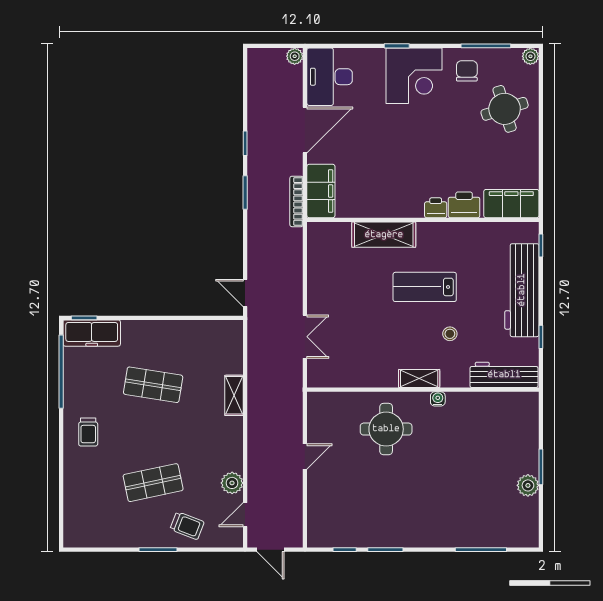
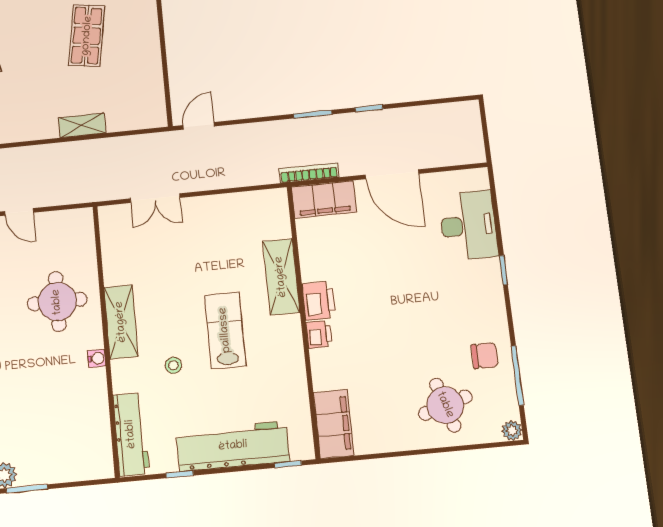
plant: (295, 56) -> (476, 154), removed
corner desk: (414, 76) -> (471, 294), removed
desk: (330, 77) -> (468, 225), moved, turned 90
printer: (464, 205) -> (319, 301), moved
shelving: (419, 378) -> (121, 322), width x1.50, depth x1.33

